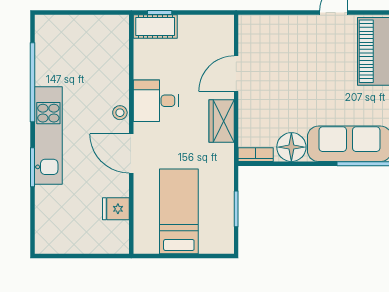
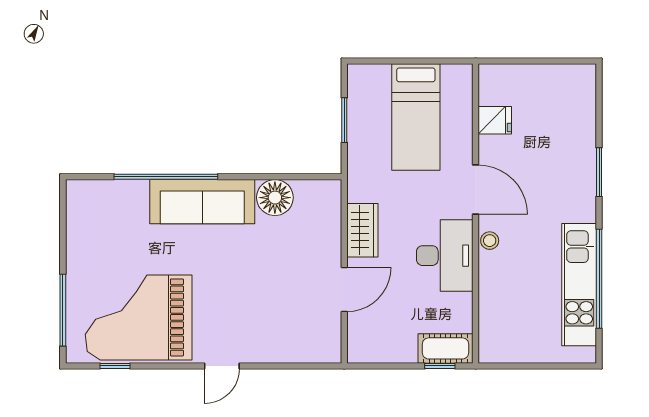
desk: (156, 101) -> (445, 256), width x1.37
kitchen unit: (48, 136) -> (579, 285), moved
bookcase: (256, 155) -> (320, 188), removed

